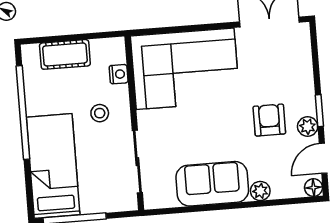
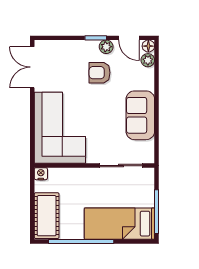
cot: (65, 54) -> (47, 216), width x1.37, depth x1.34
nightstand: (119, 74) -> (41, 174), moved
stool: (100, 113) -> (86, 189), removed
plant: (260, 191) -> (148, 60), moved

